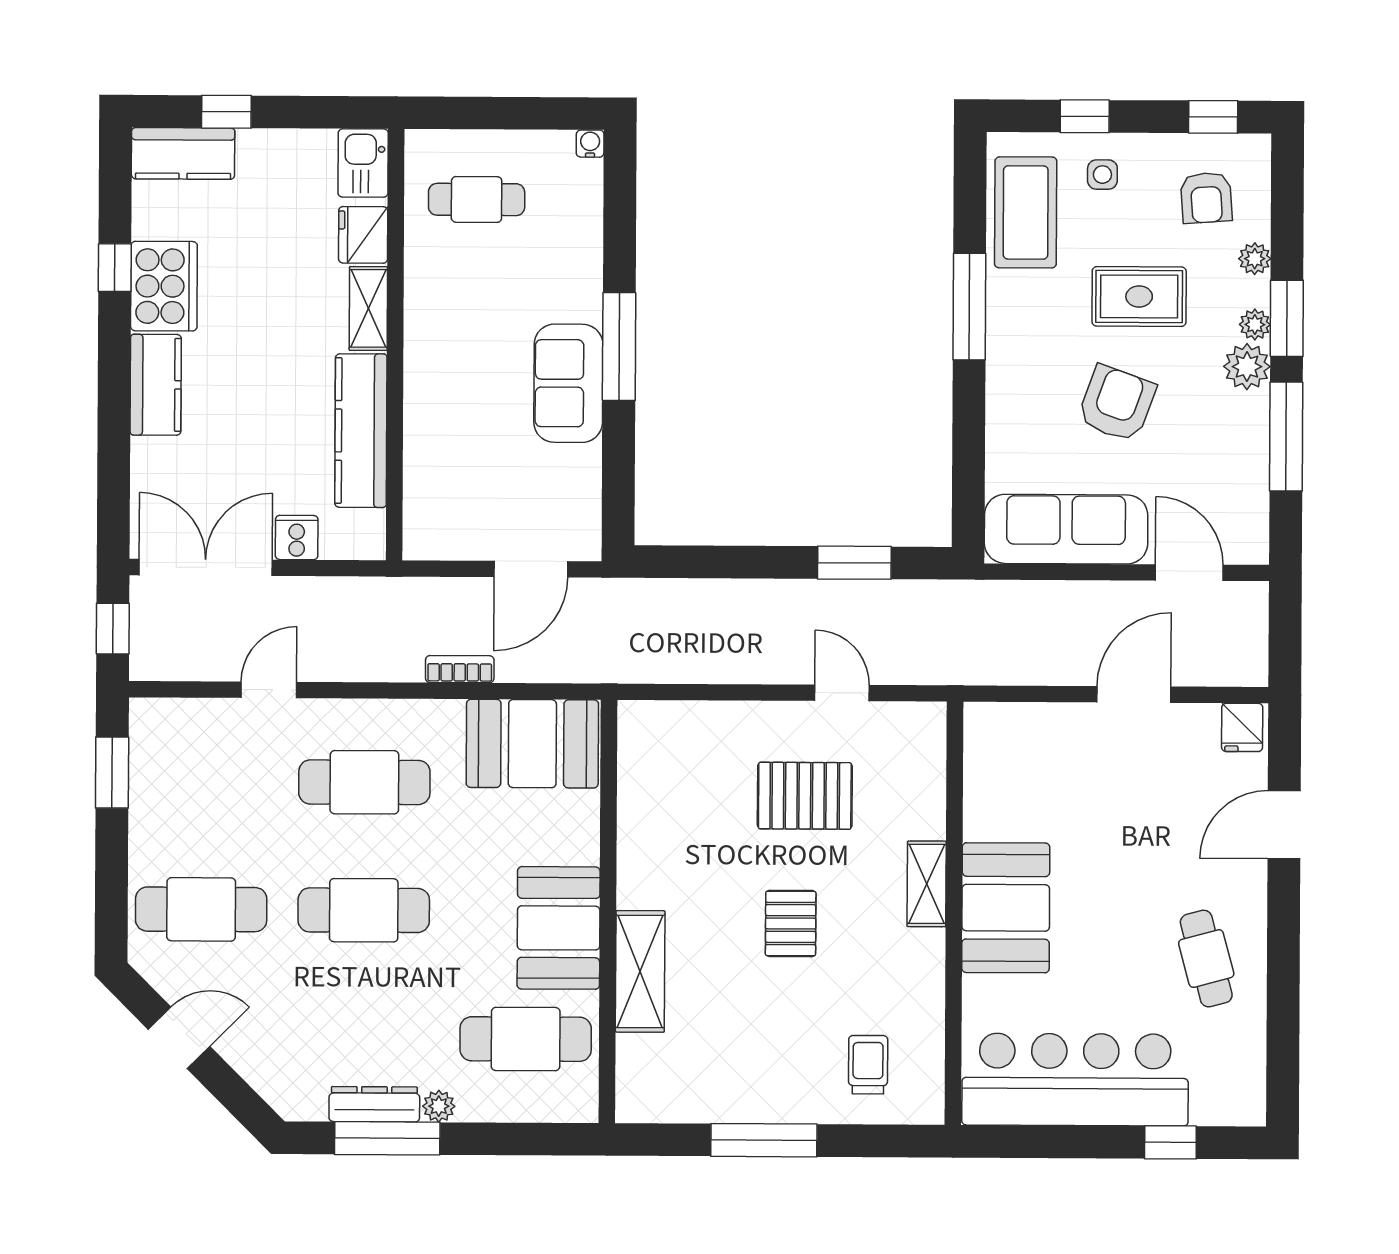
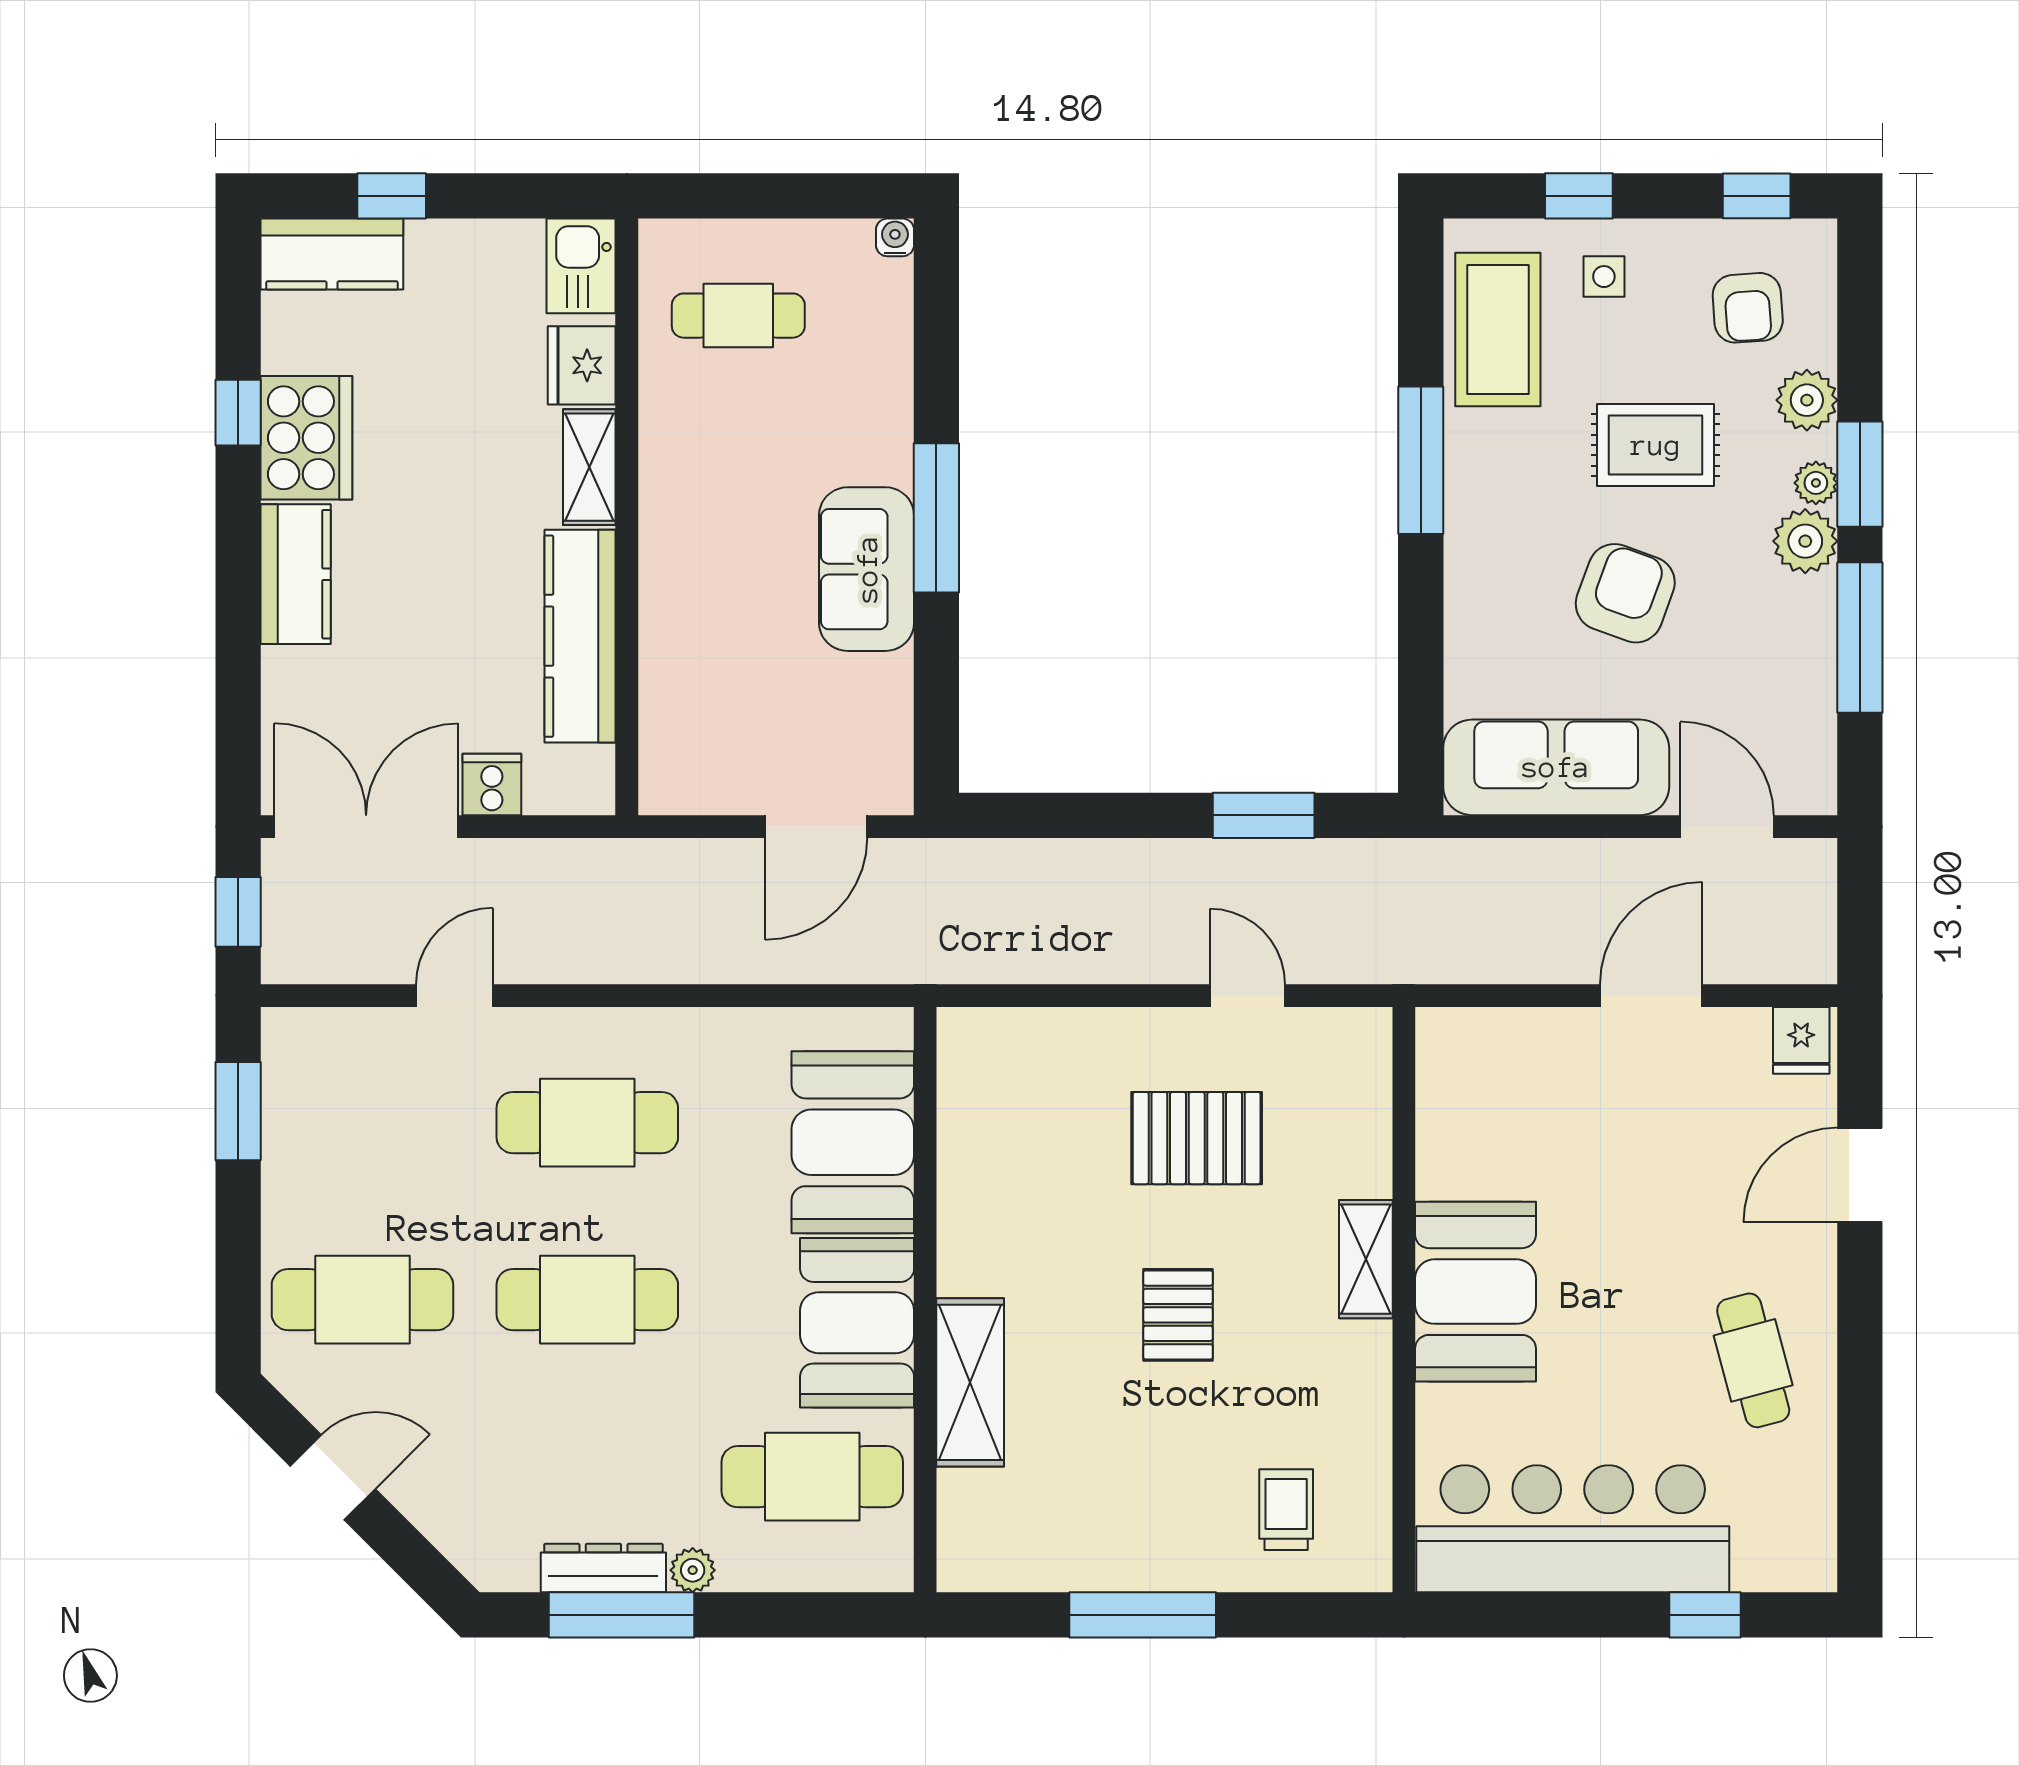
plant: (1255, 259) -> (1807, 400), width x1.38, depth x1.38
bookcase: (460, 669) -> (718, 965), removed
booth: (532, 744) -> (853, 1142), moved, turned 90

